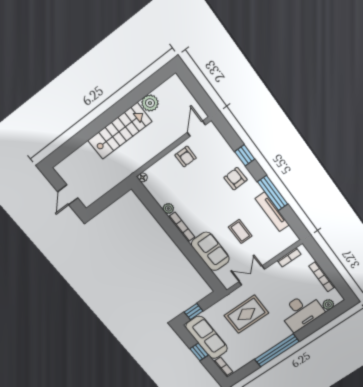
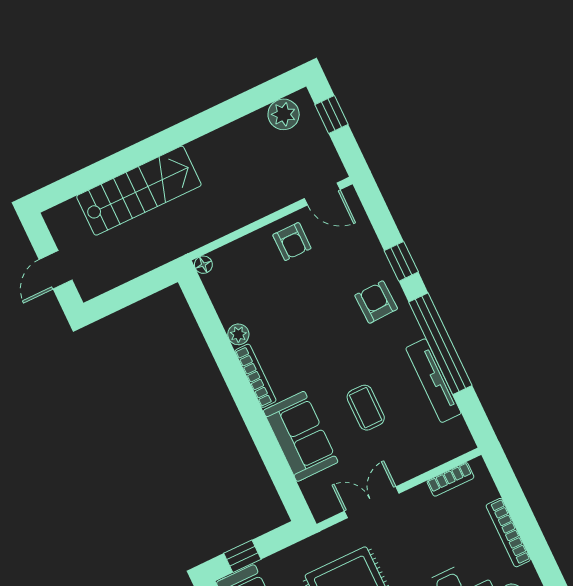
window: (193, 85) -> (332, 114), added
plant: (150, 103) -> (284, 114), moved
door: (196, 129) -> (322, 194), swing flipped
stairs: (120, 131) -> (139, 191), moved
window: (273, 193) -> (440, 344), width x1.46

